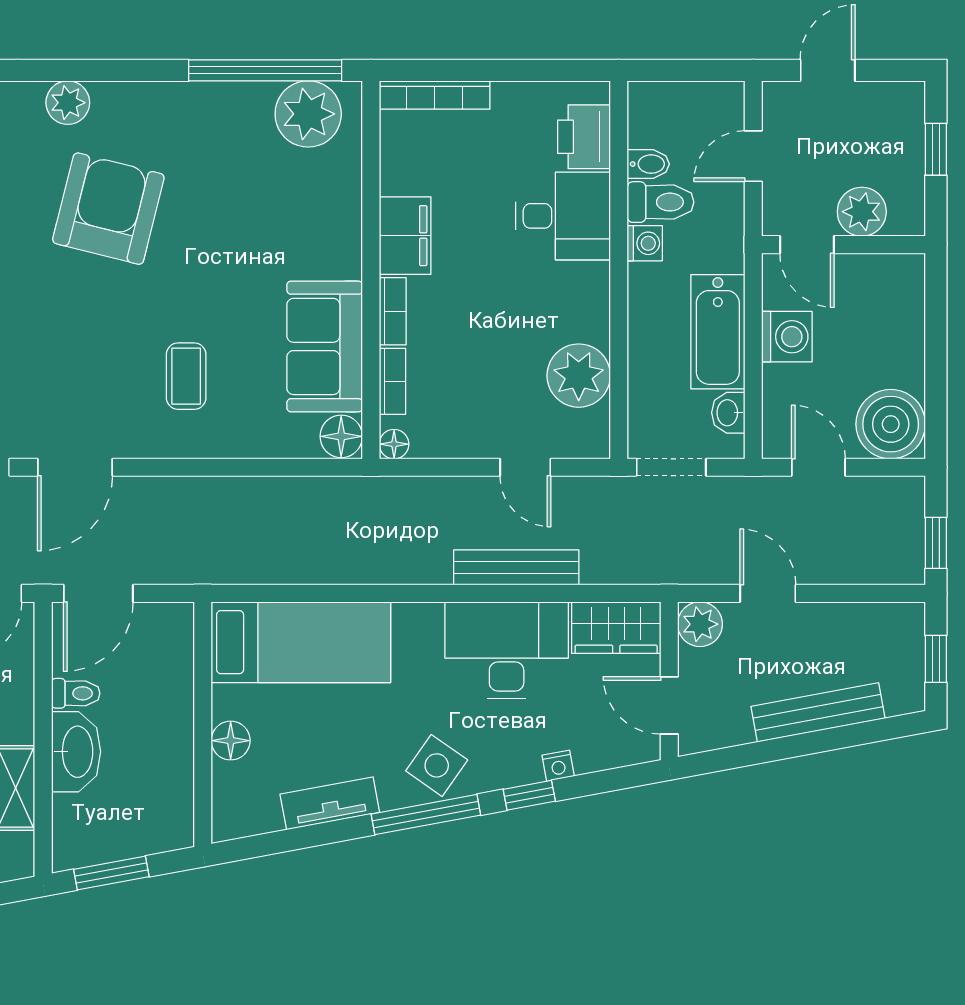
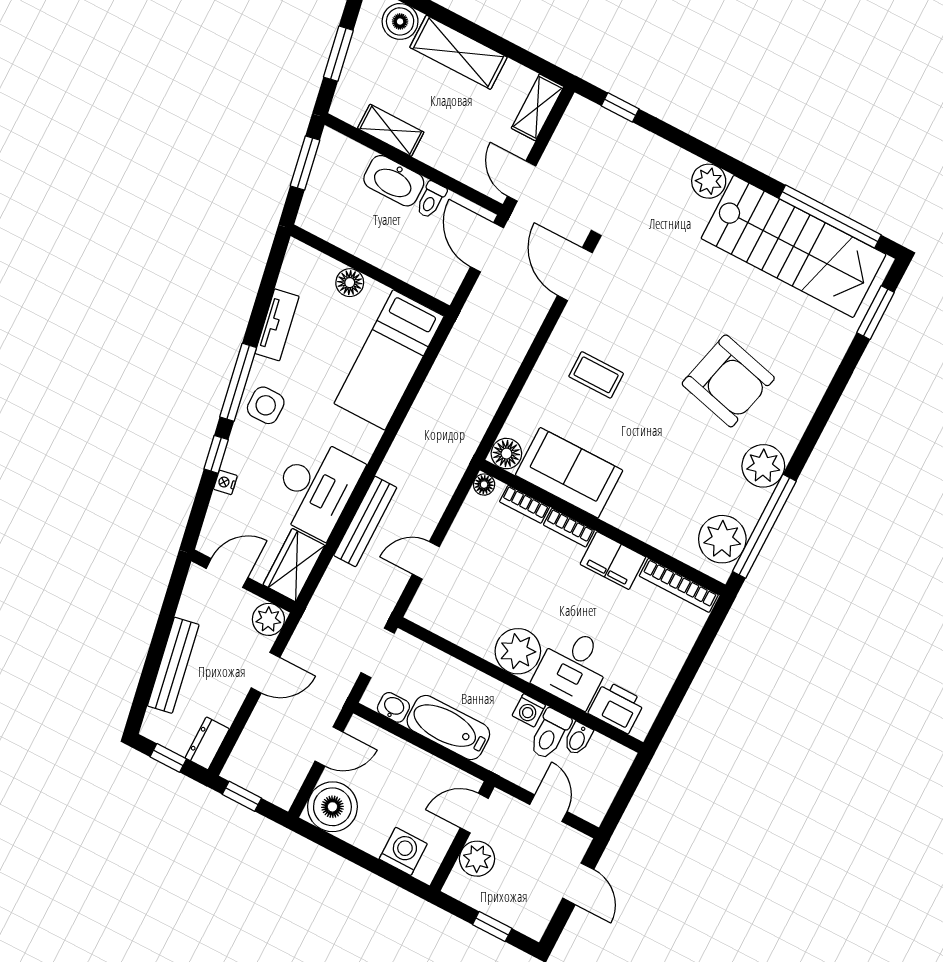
bookcase: (435, 95) -> (679, 585), moved, turned -90
plant: (68, 103) -> (763, 466), moved, width x1.36, depth x1.36
washing machine: (787, 337) -> (403, 851), moved, turned 180
plant: (579, 376) -> (518, 651), moved
dresser: (893, 620) -> (207, 743), added
side table: (437, 765) -> (266, 405), turned -35

